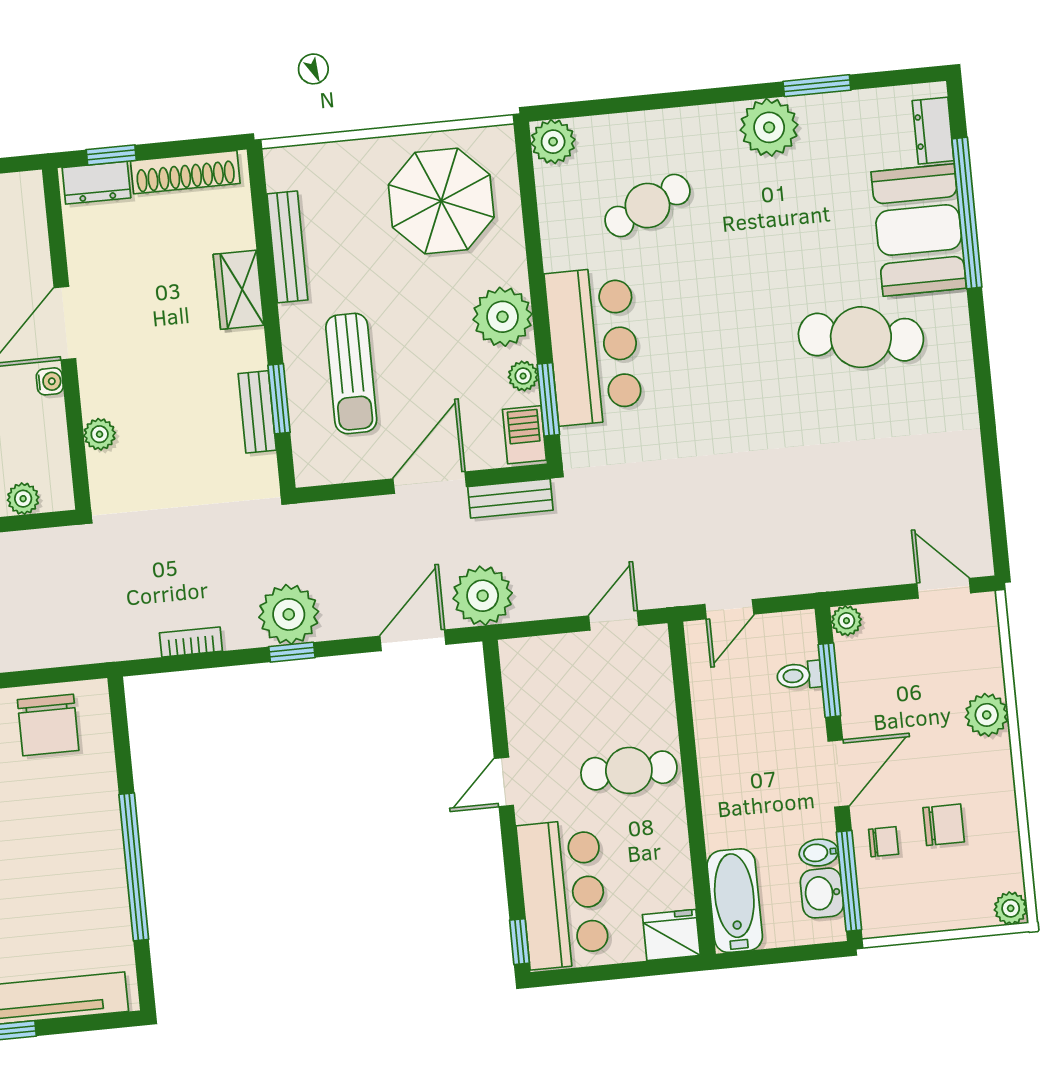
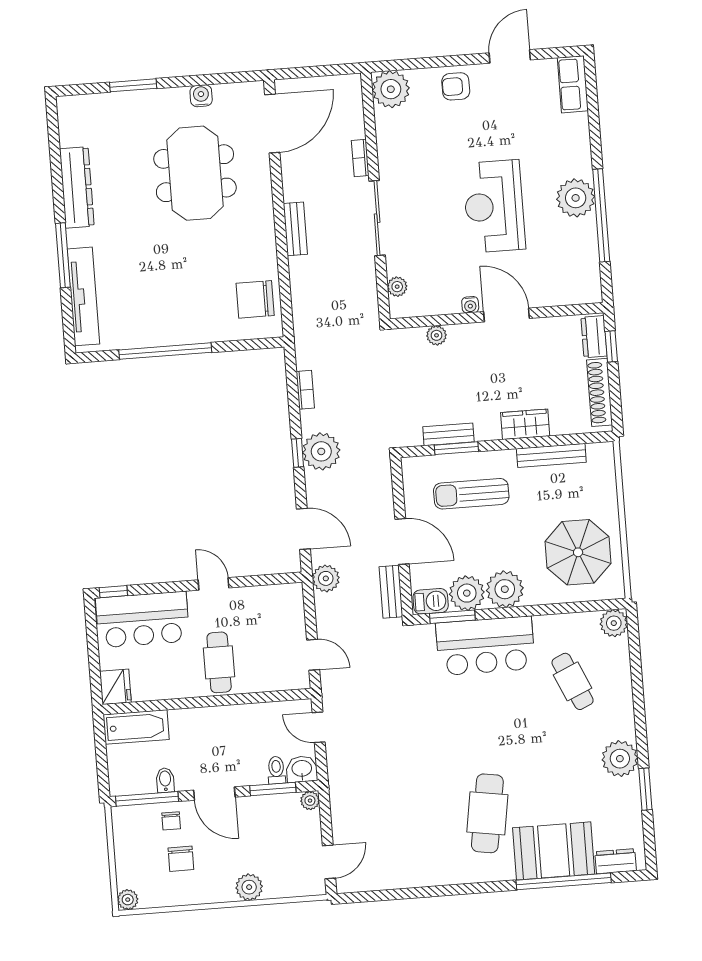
plant: (523, 376) -> (467, 593), width x1.88, depth x1.88
plant: (483, 596) -> (326, 578), width x0.73, depth x0.73
washbasin: (822, 893) -> (302, 769), moved

